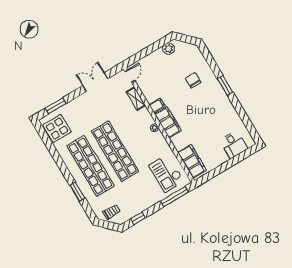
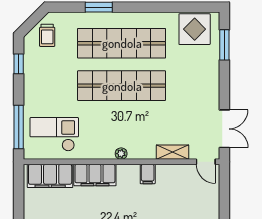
double door: (95, 82) -> (224, 129), moved
filing cabinet: (168, 122) -> (95, 175), moved

